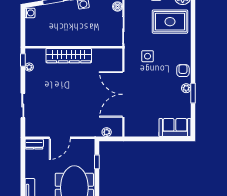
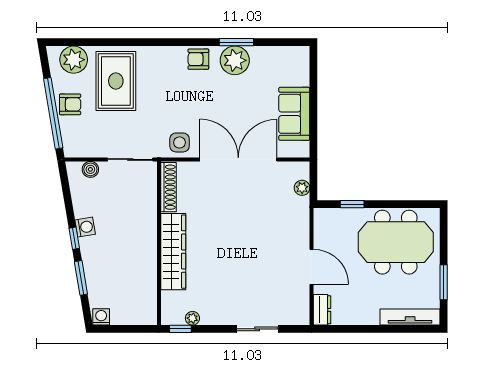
shoe rack: (107, 53) -> (168, 187), added
side table: (148, 56) -> (180, 142), moved
plant: (186, 88) -> (235, 60), width x1.88, depth x1.88
double door: (123, 94) -> (238, 159), swing flipped
sofa: (175, 128) -> (294, 114), moved

